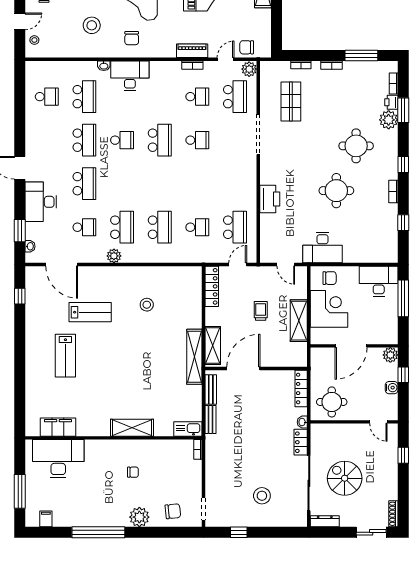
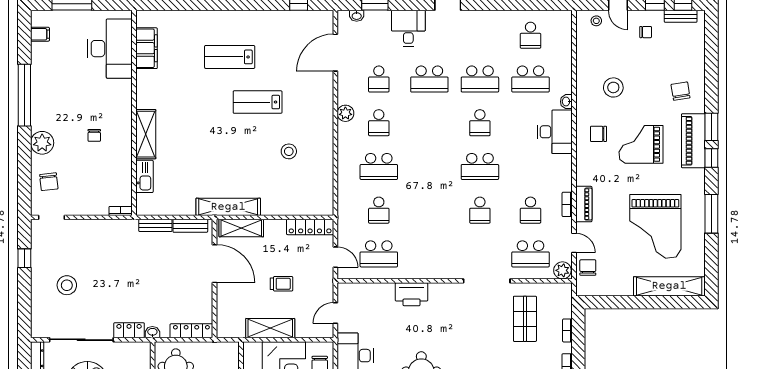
shop shelf: (291, 101) -> (525, 319), turned 90
desk: (41, 202) -> (408, 28), width x0.73
school desk: (122, 227) -> (379, 123), width x0.54
lab bench: (90, 312) -> (258, 102), moved, turned 90
kitchen sink: (188, 429) -> (144, 176), moved

